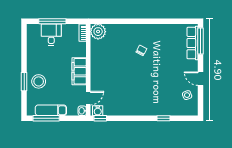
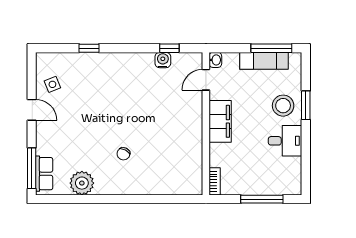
plant: (98, 32) -> (82, 183), moved
desk: (51, 35) -> (285, 141), moved, turned -90
row of seats: (192, 43) -> (44, 174), width x0.68
water cooler: (98, 111) -> (163, 60), moved
window: (100, 118) -> (169, 48), moved

